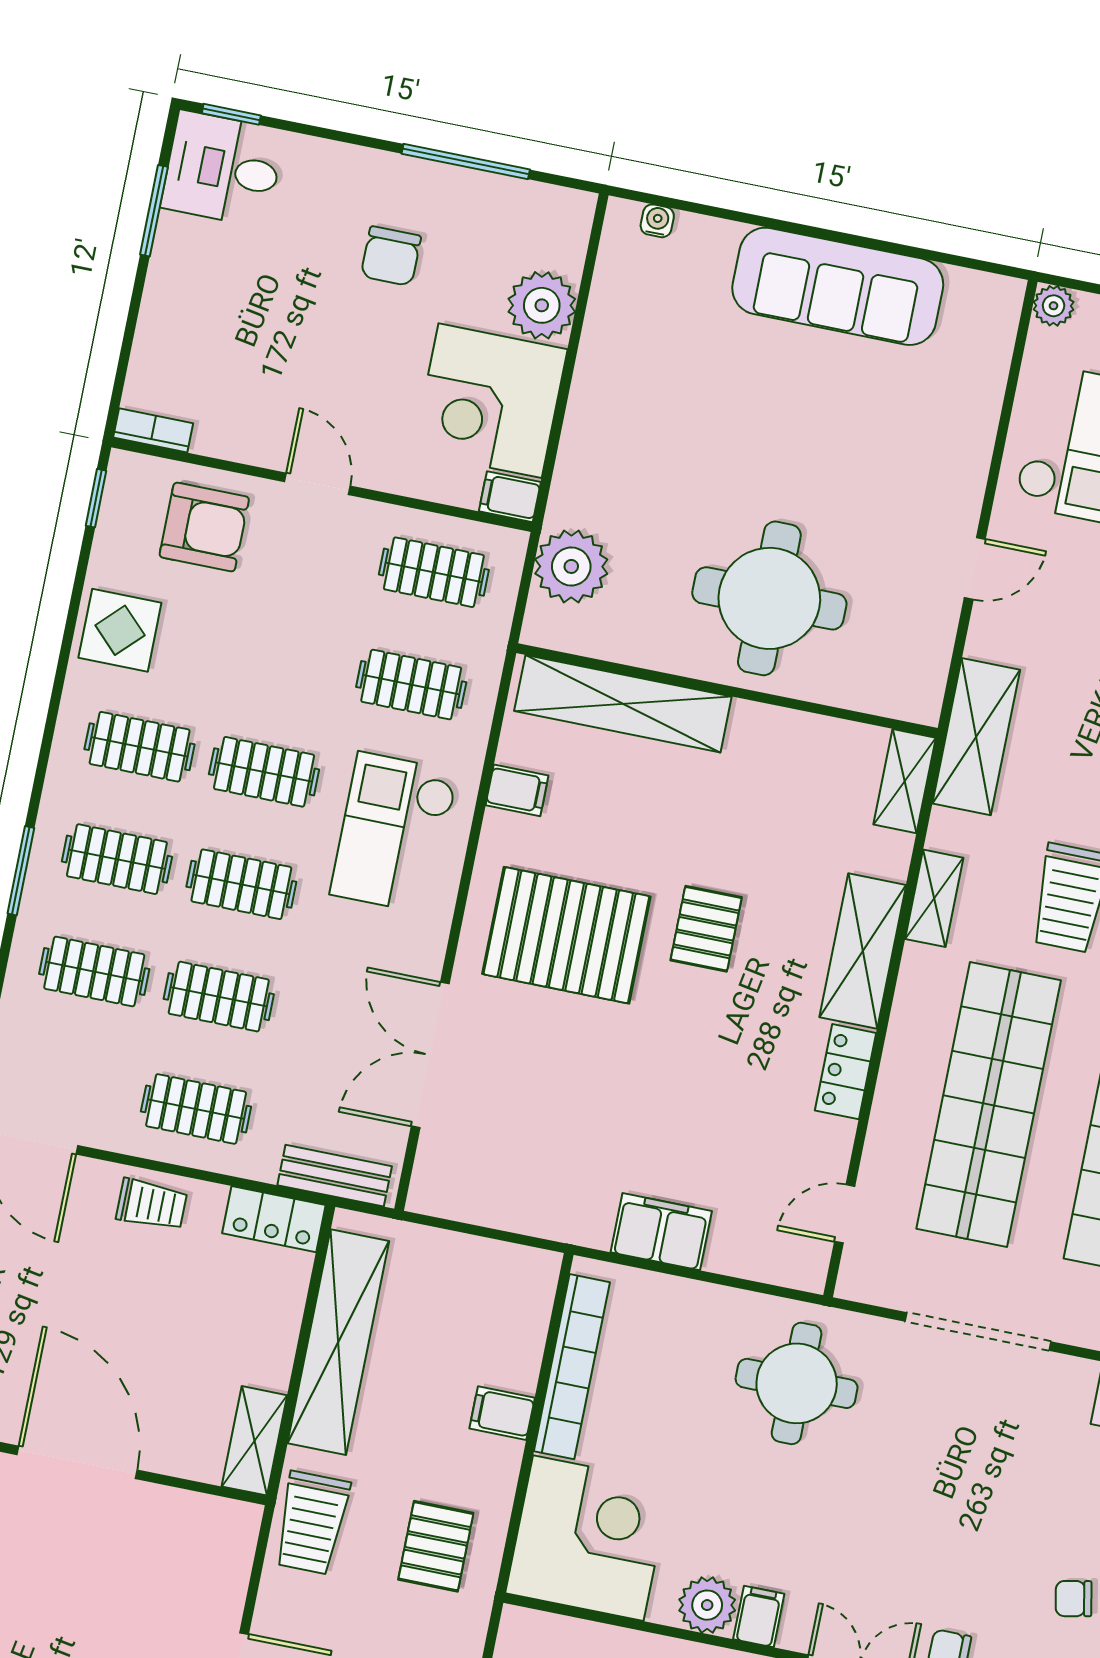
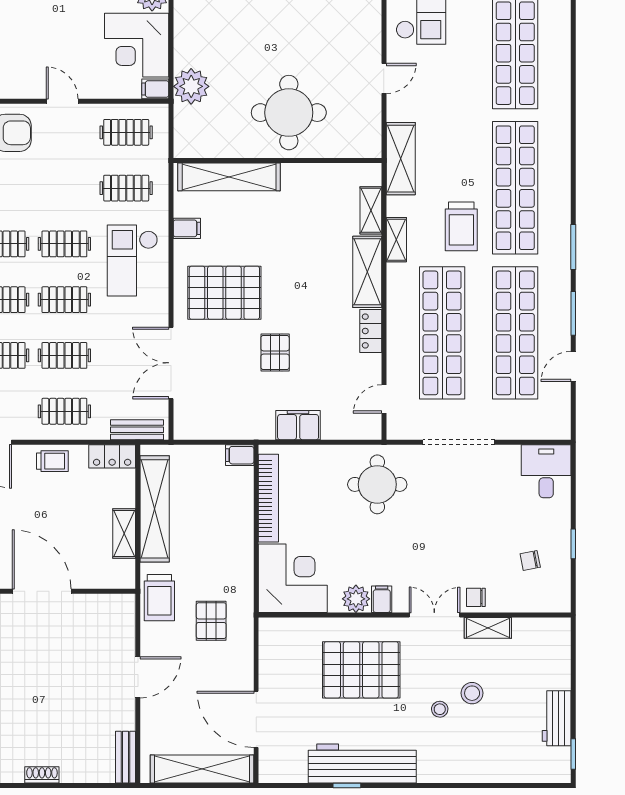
plant: (571, 566) -> (191, 86), moved
shelving: (905, 781) -> (371, 210), moved
pallet: (706, 929) -> (275, 352), moved
filing cabinet: (502, 1413) -> (240, 455), moved
shelving: (254, 1441) -> (124, 534), moved
pallet: (436, 1546) -> (211, 621), moved

